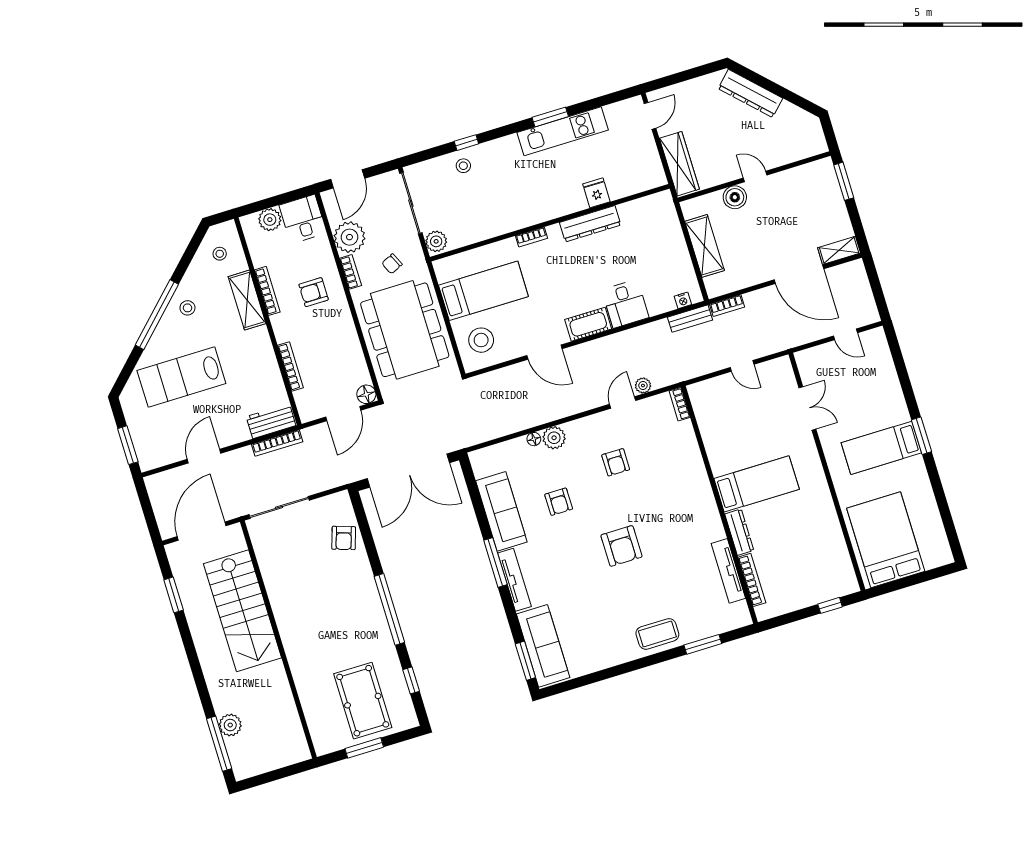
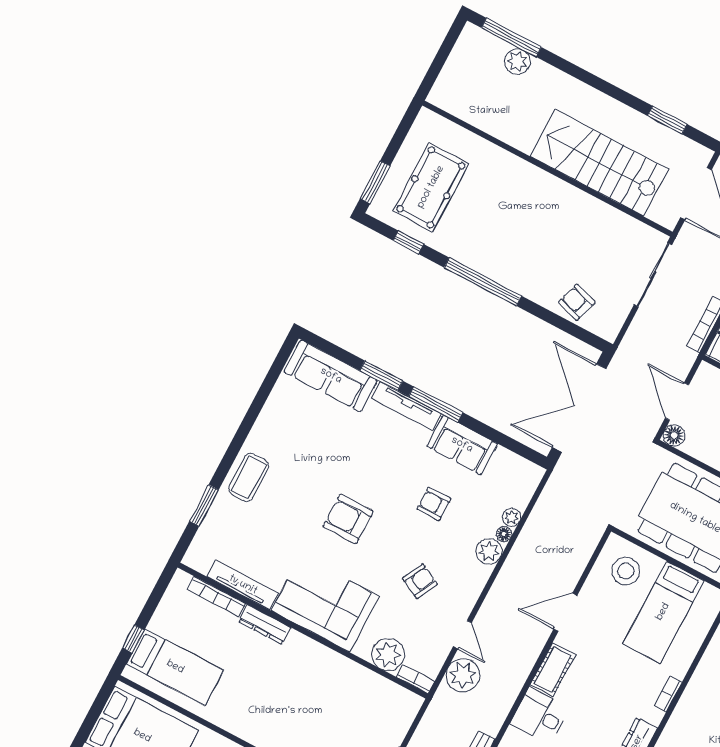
plant: (643, 386) -> (463, 675), width x1.88, depth x1.88
plant: (681, 437) -> (388, 654), added
plant: (519, 445) -> (511, 517), added
armchair: (616, 462) -> (420, 581), turned 117
bed: (757, 484) -> (175, 667), moved, turned -90
corner sofa: (689, 508) -> (325, 603), added
sofa: (501, 511) -> (462, 445), width x0.73
window: (525, 661) -> (381, 376), moved
pool table: (363, 701) -> (431, 187), turned 90
window: (364, 748) -> (375, 182), moved

